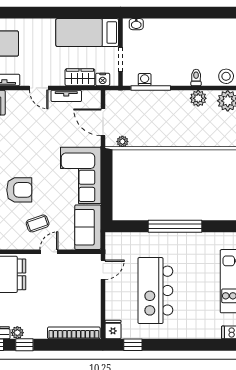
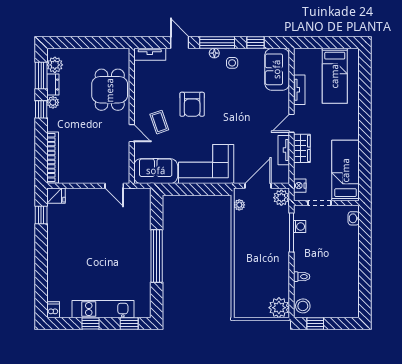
wardrobe: (80, 77) -> (302, 148), moved
plant: (198, 98) -> (281, 198), moved
kitchen island: (155, 291) -> (94, 237), removed

